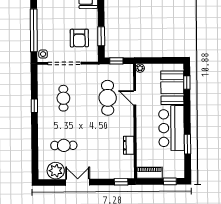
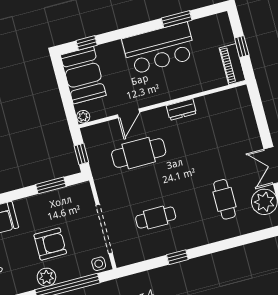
plant: (43, 18) -> (46, 277), added
armchair: (79, 38) -> (50, 244), moved
booth: (172, 88) -> (83, 75), moved, turned 90
dresser: (129, 145) -> (181, 109), moved
window: (170, 181) -> (242, 47), moved
window: (121, 182) -> (256, 102), removed

